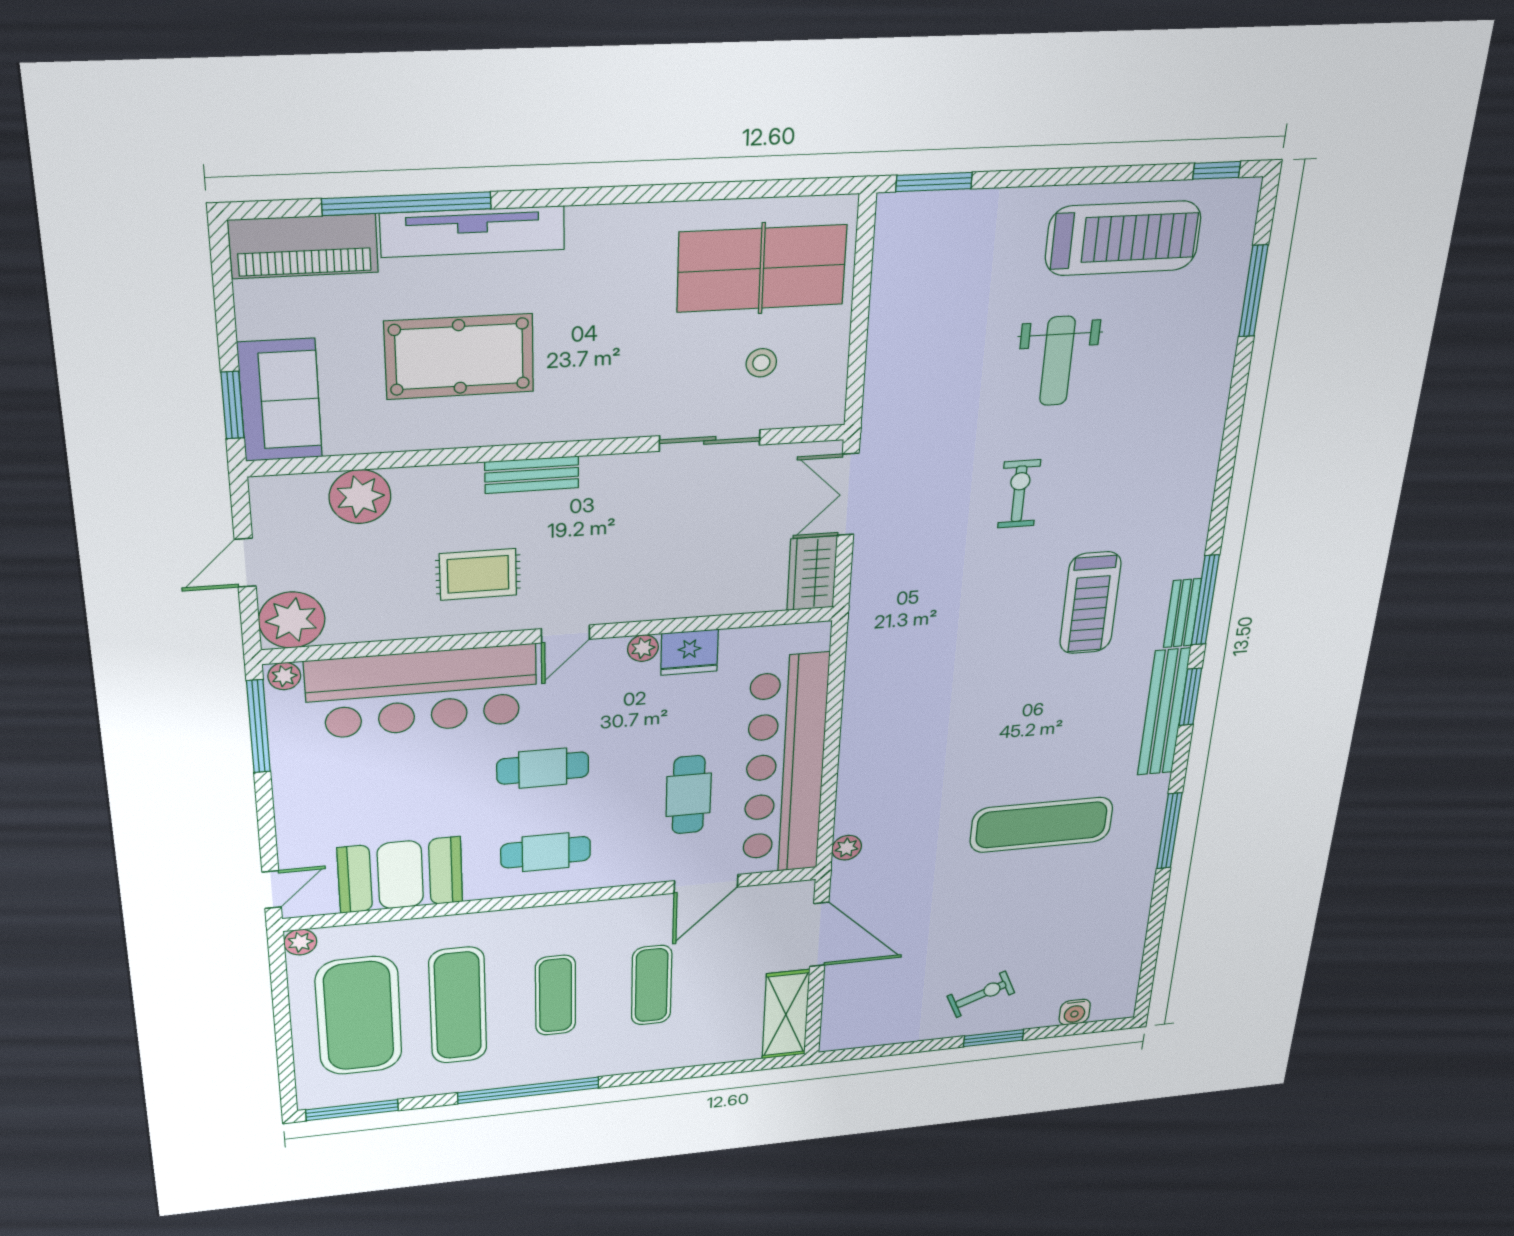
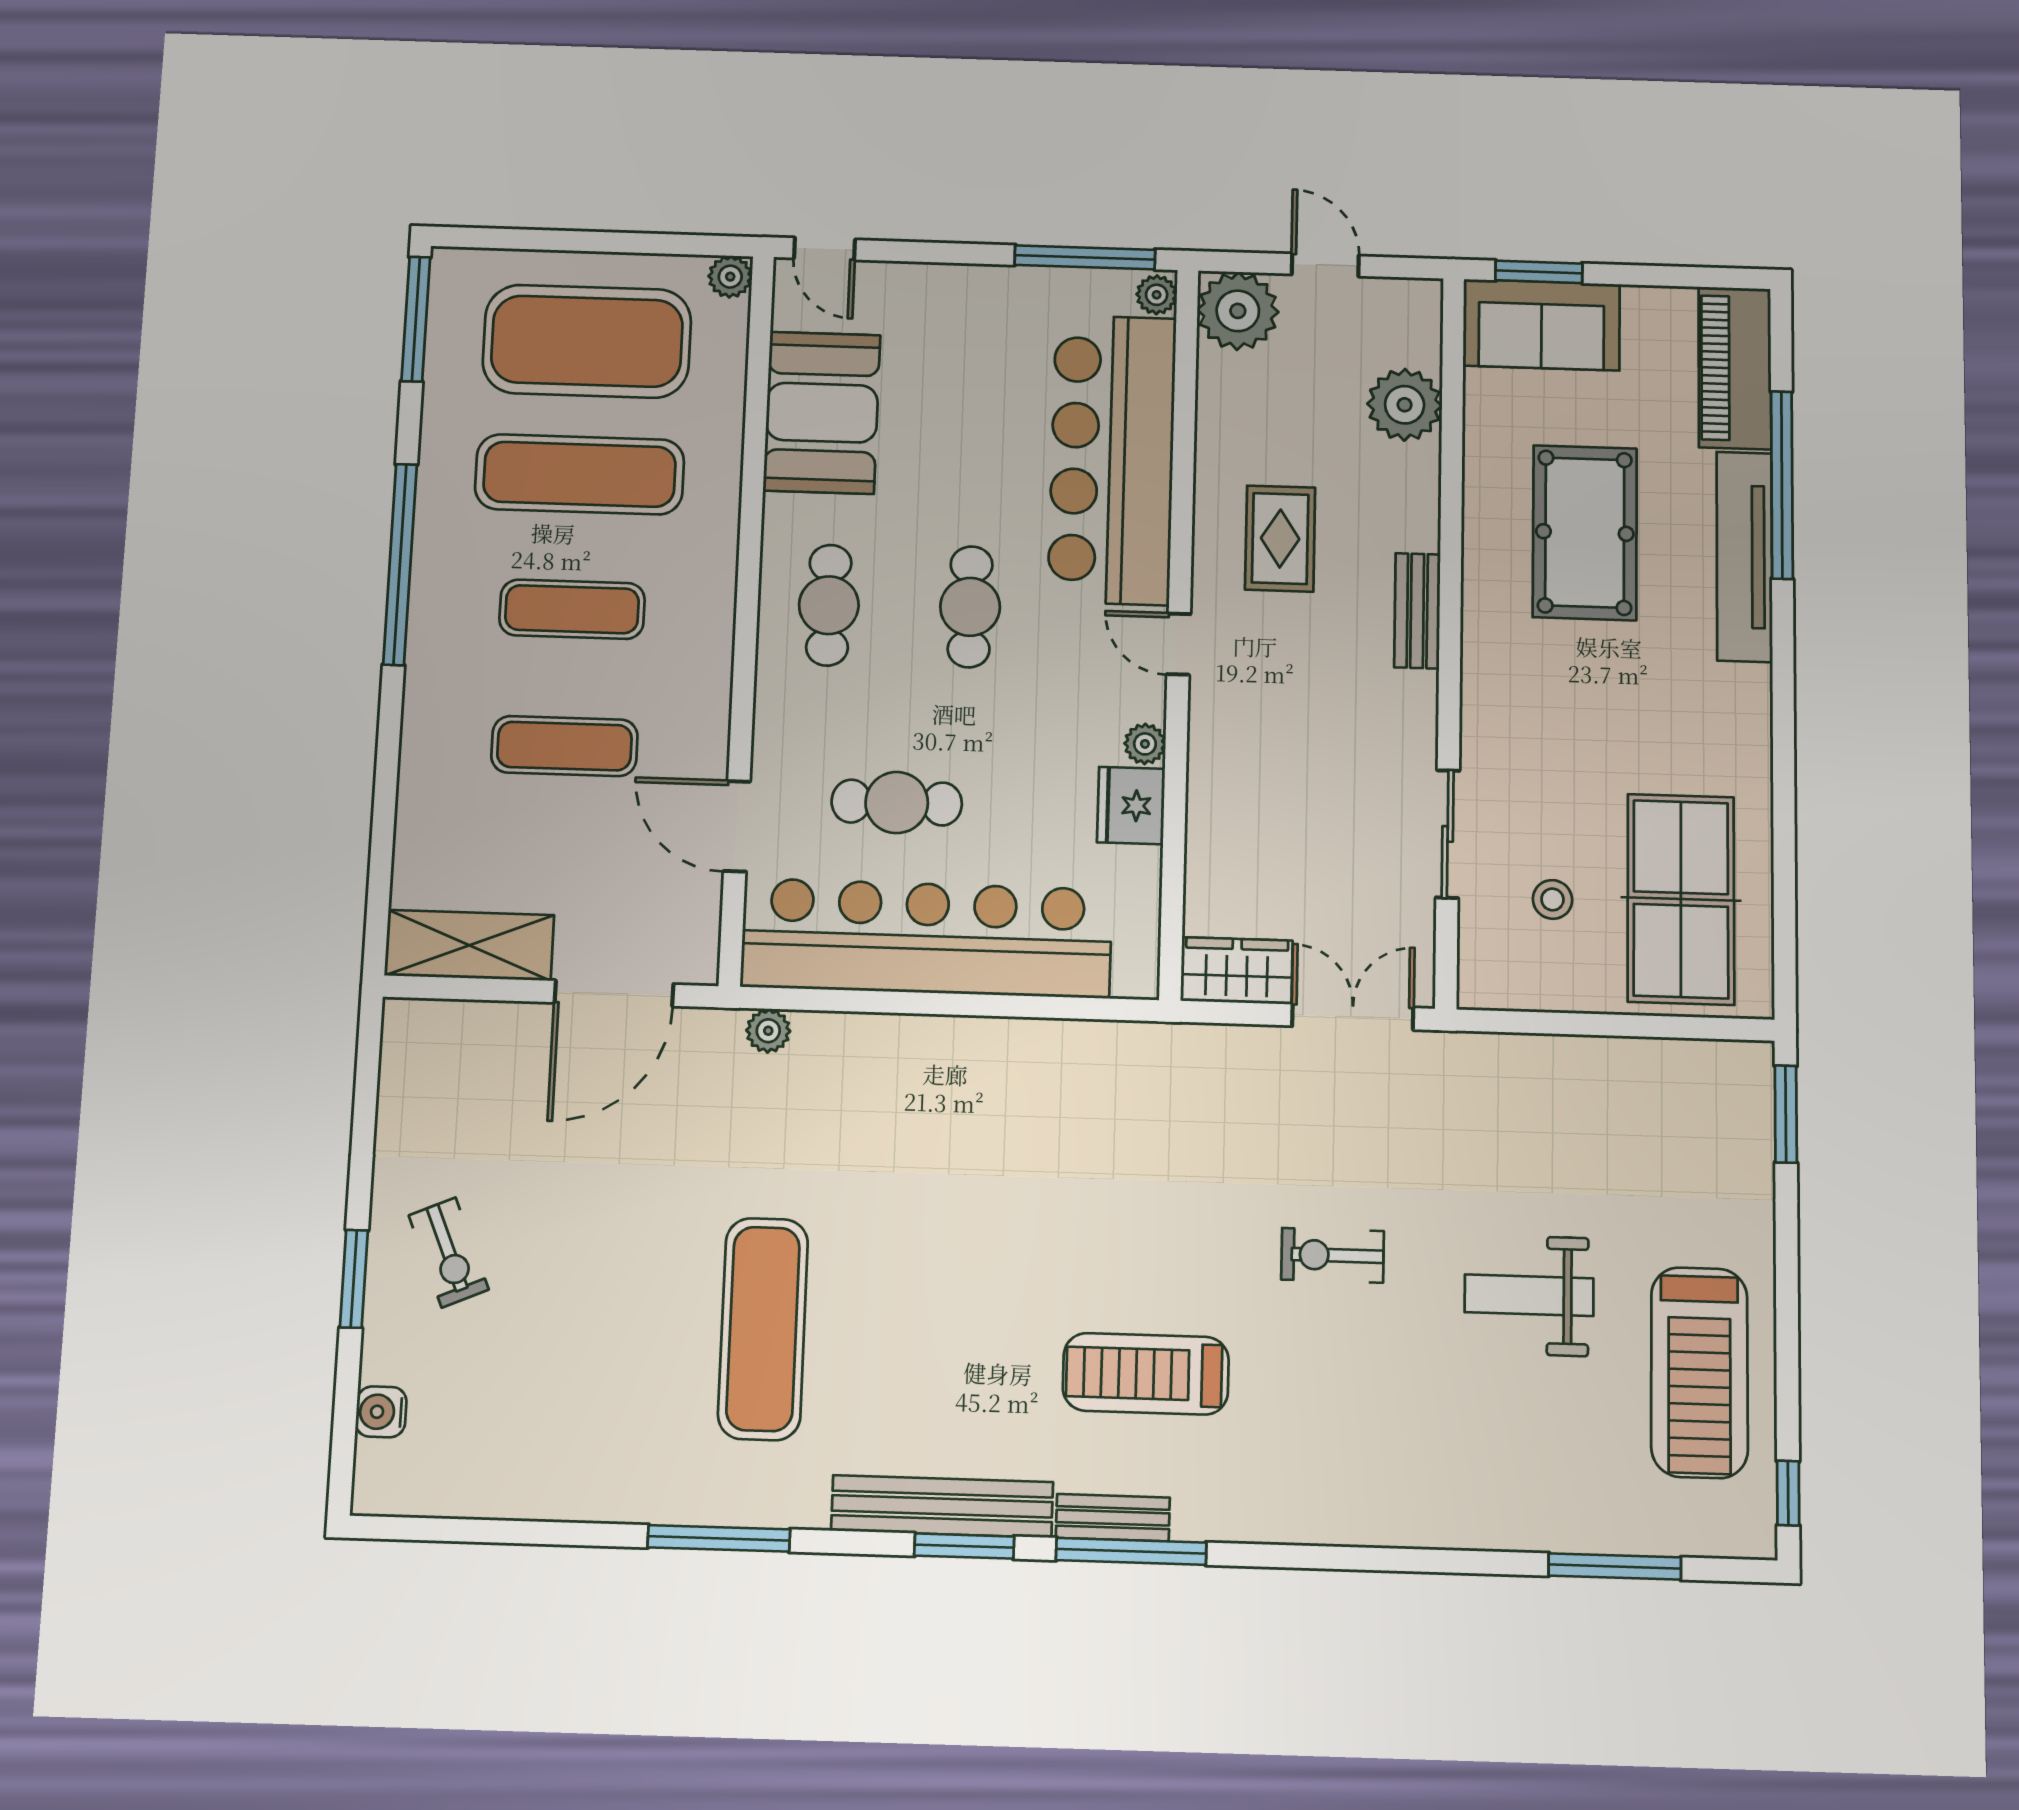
exercise bike: (1019, 494) -> (1333, 1255), turned 180

